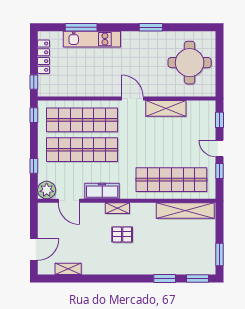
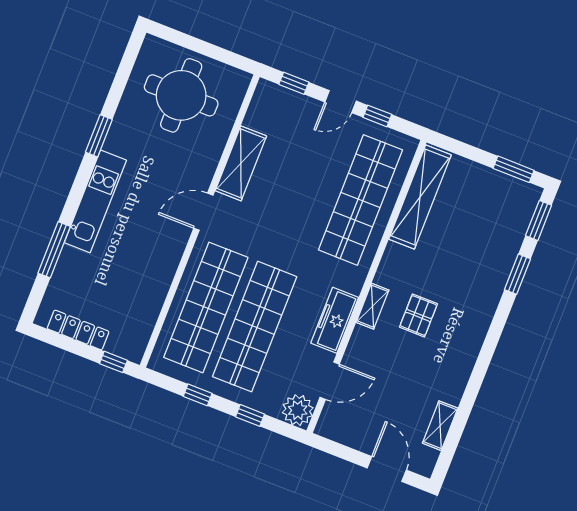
kitchen unit: (92, 39) -> (95, 201), moved
window: (34, 115) -> (198, 395), moved

